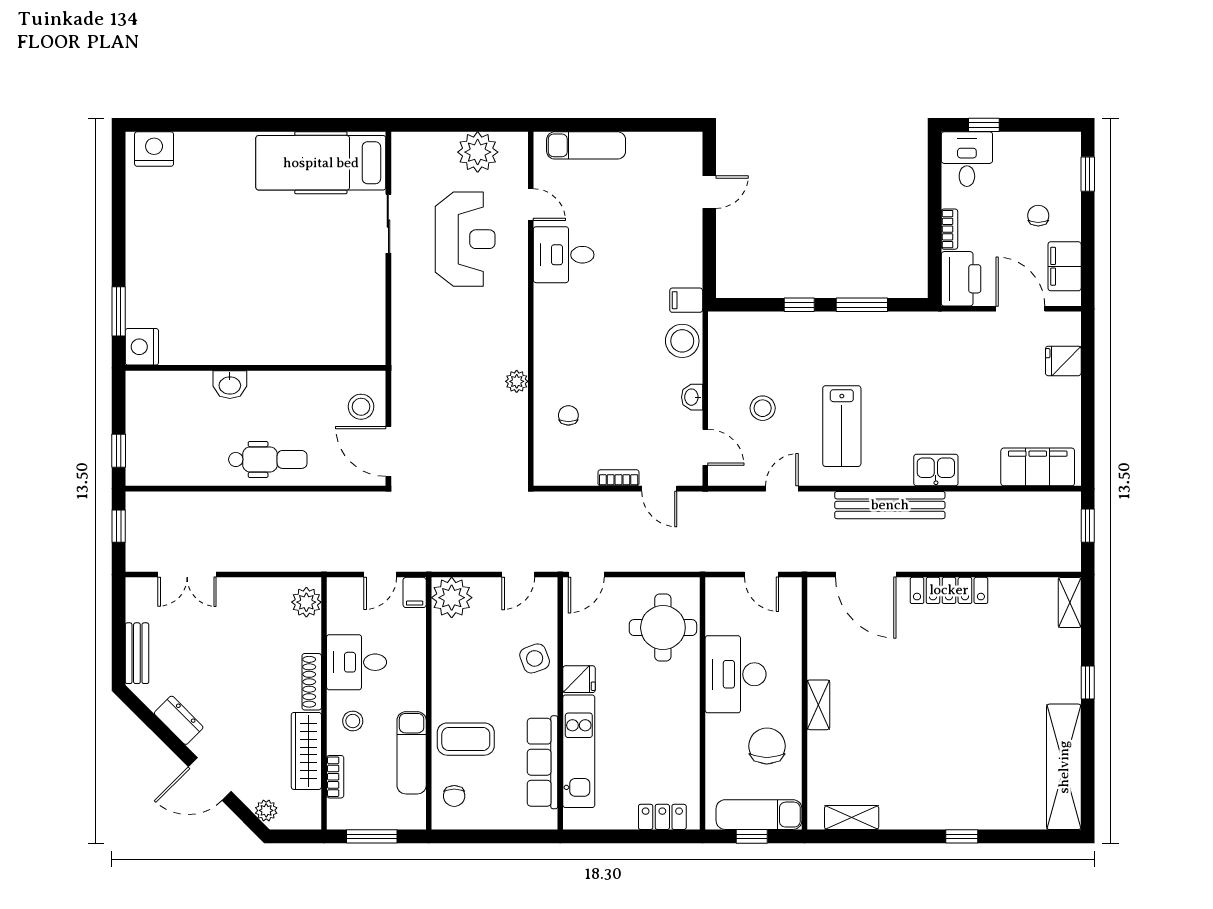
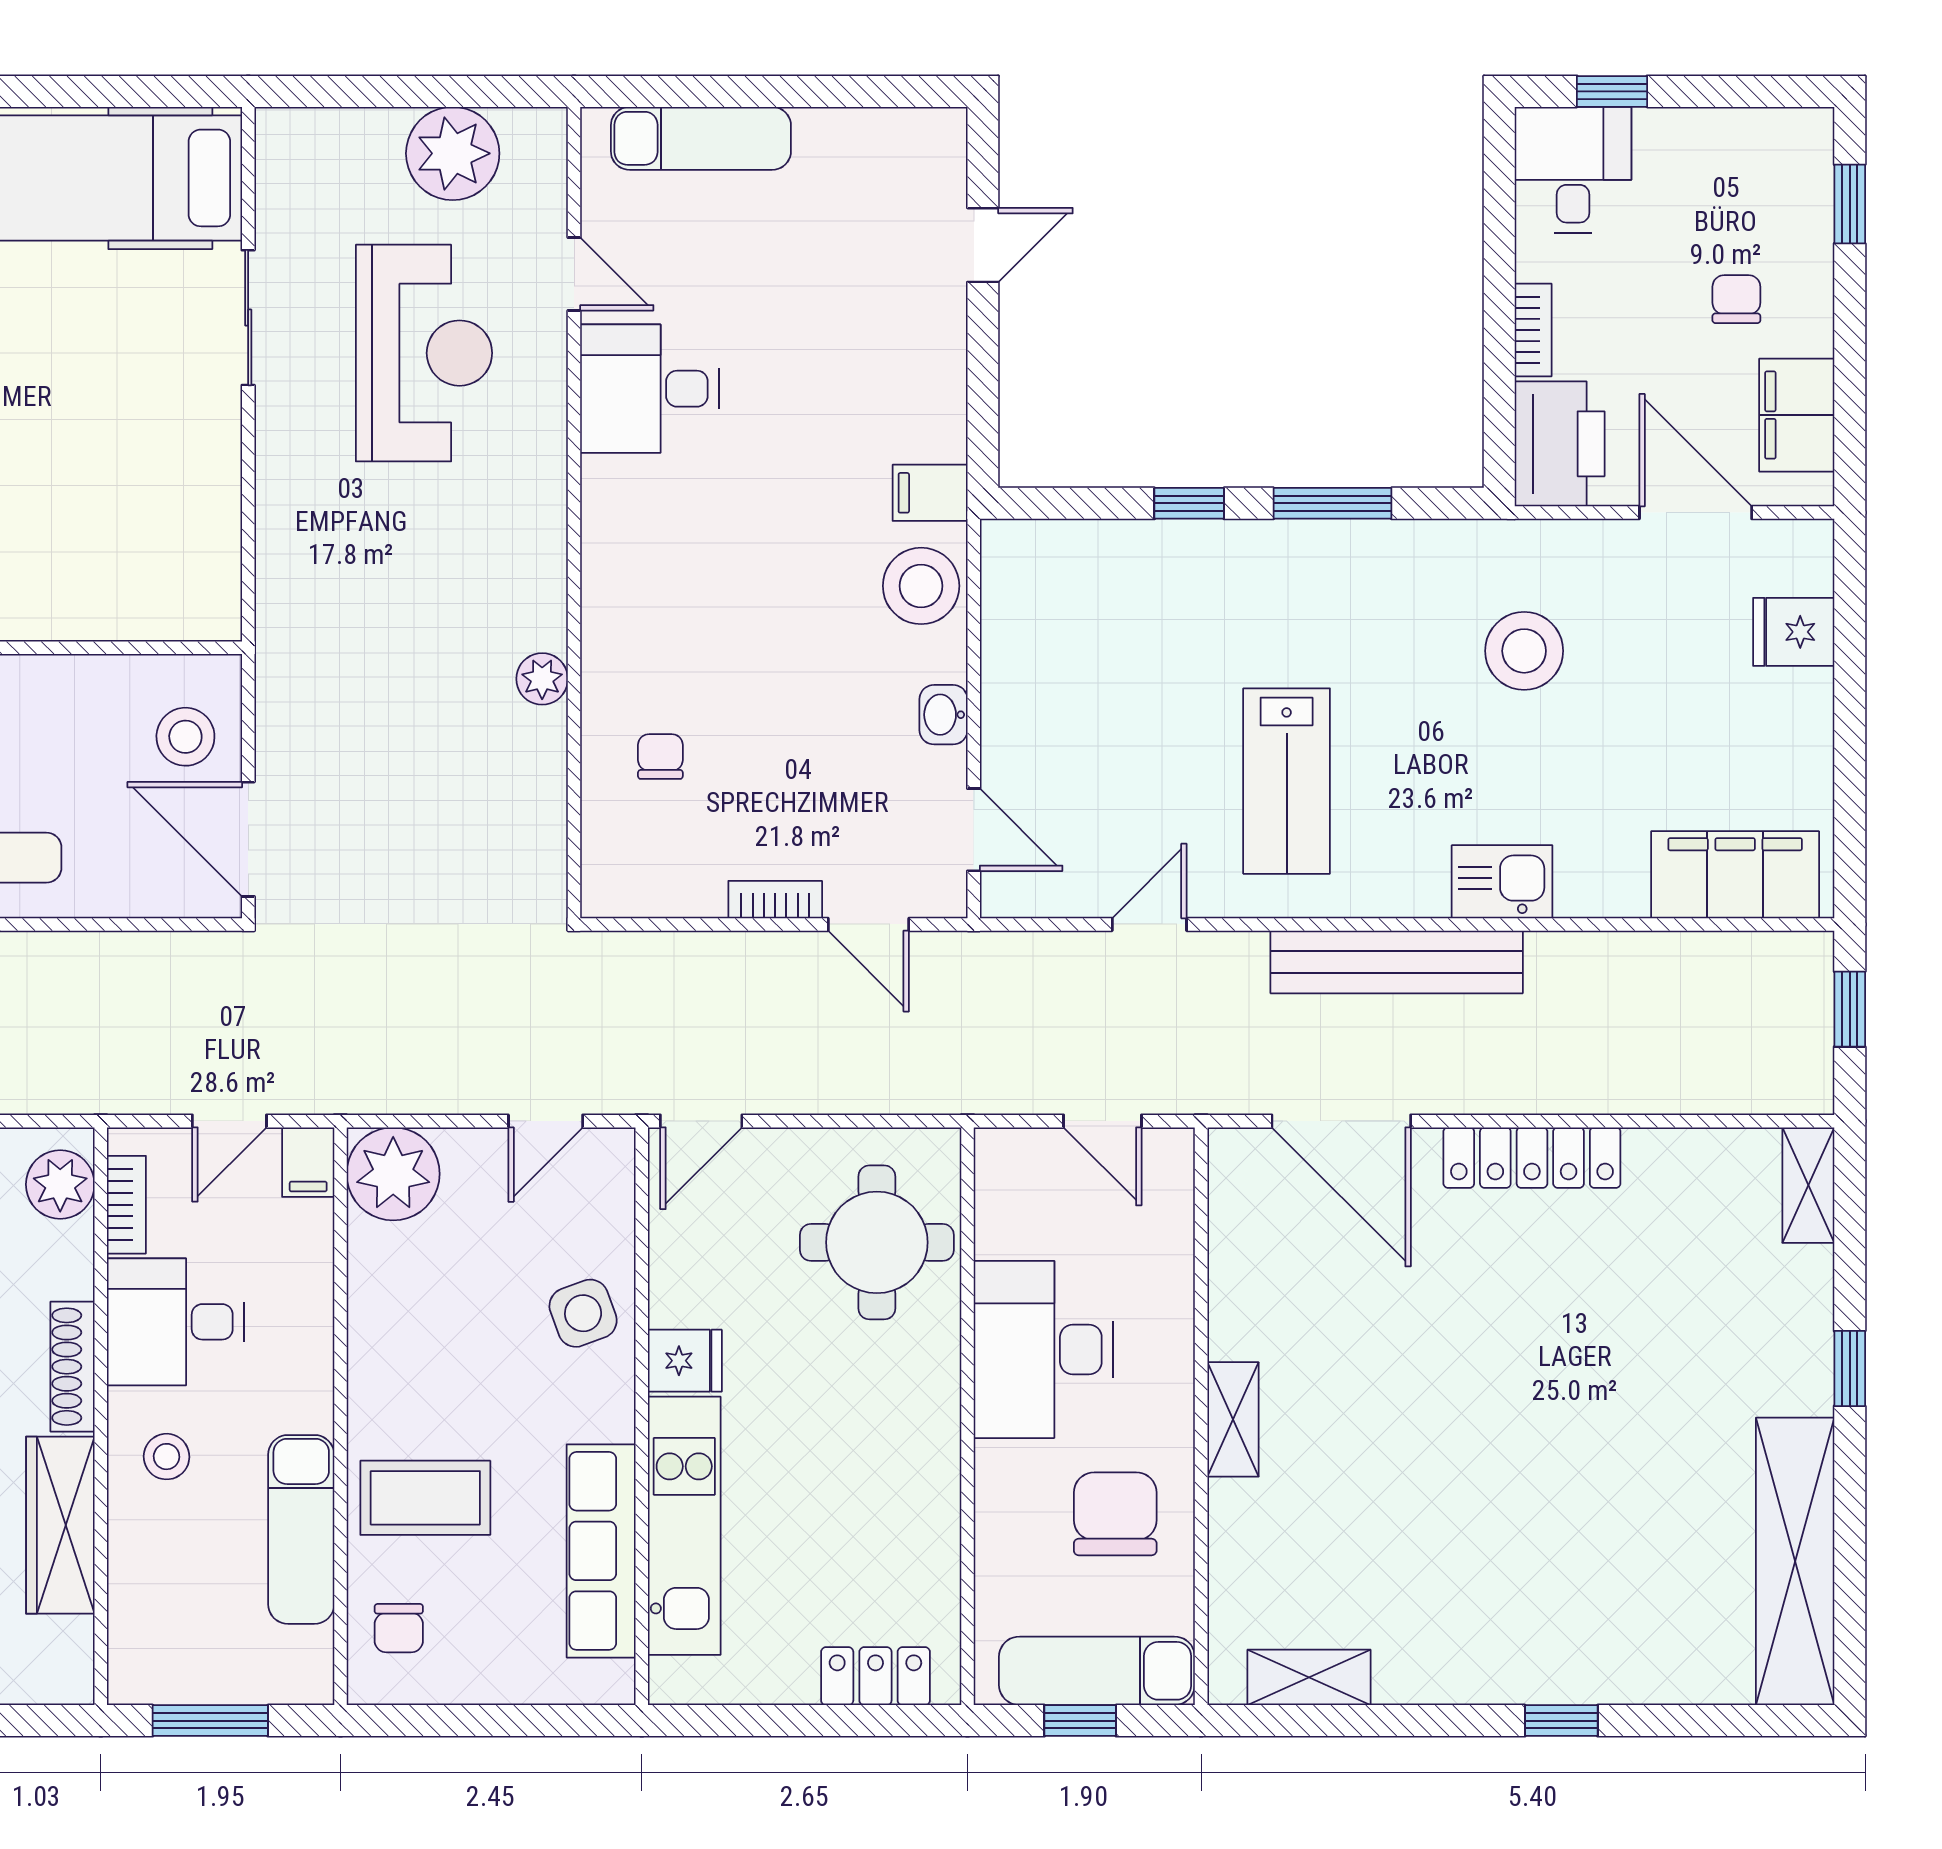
stool: (763, 408) -> (1524, 651), moved, width x1.38, depth x1.38
bookcase: (335, 777) -> (126, 1205), moved

